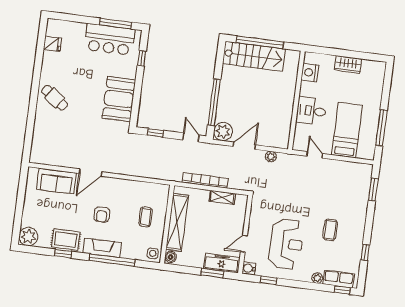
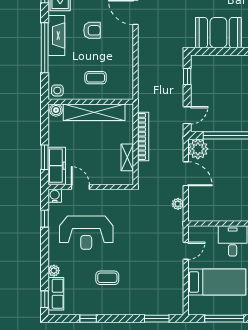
armchair: (102, 215) -> (92, 30), turned 180

